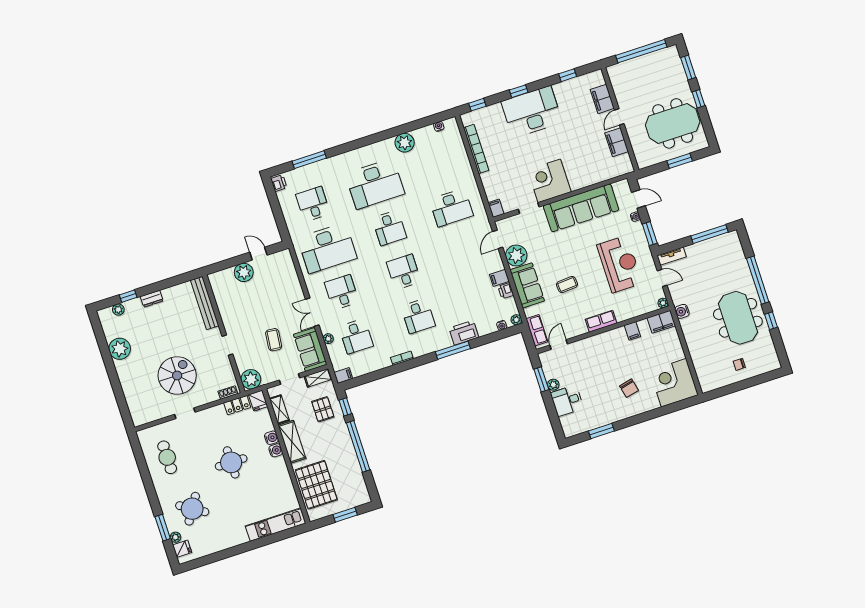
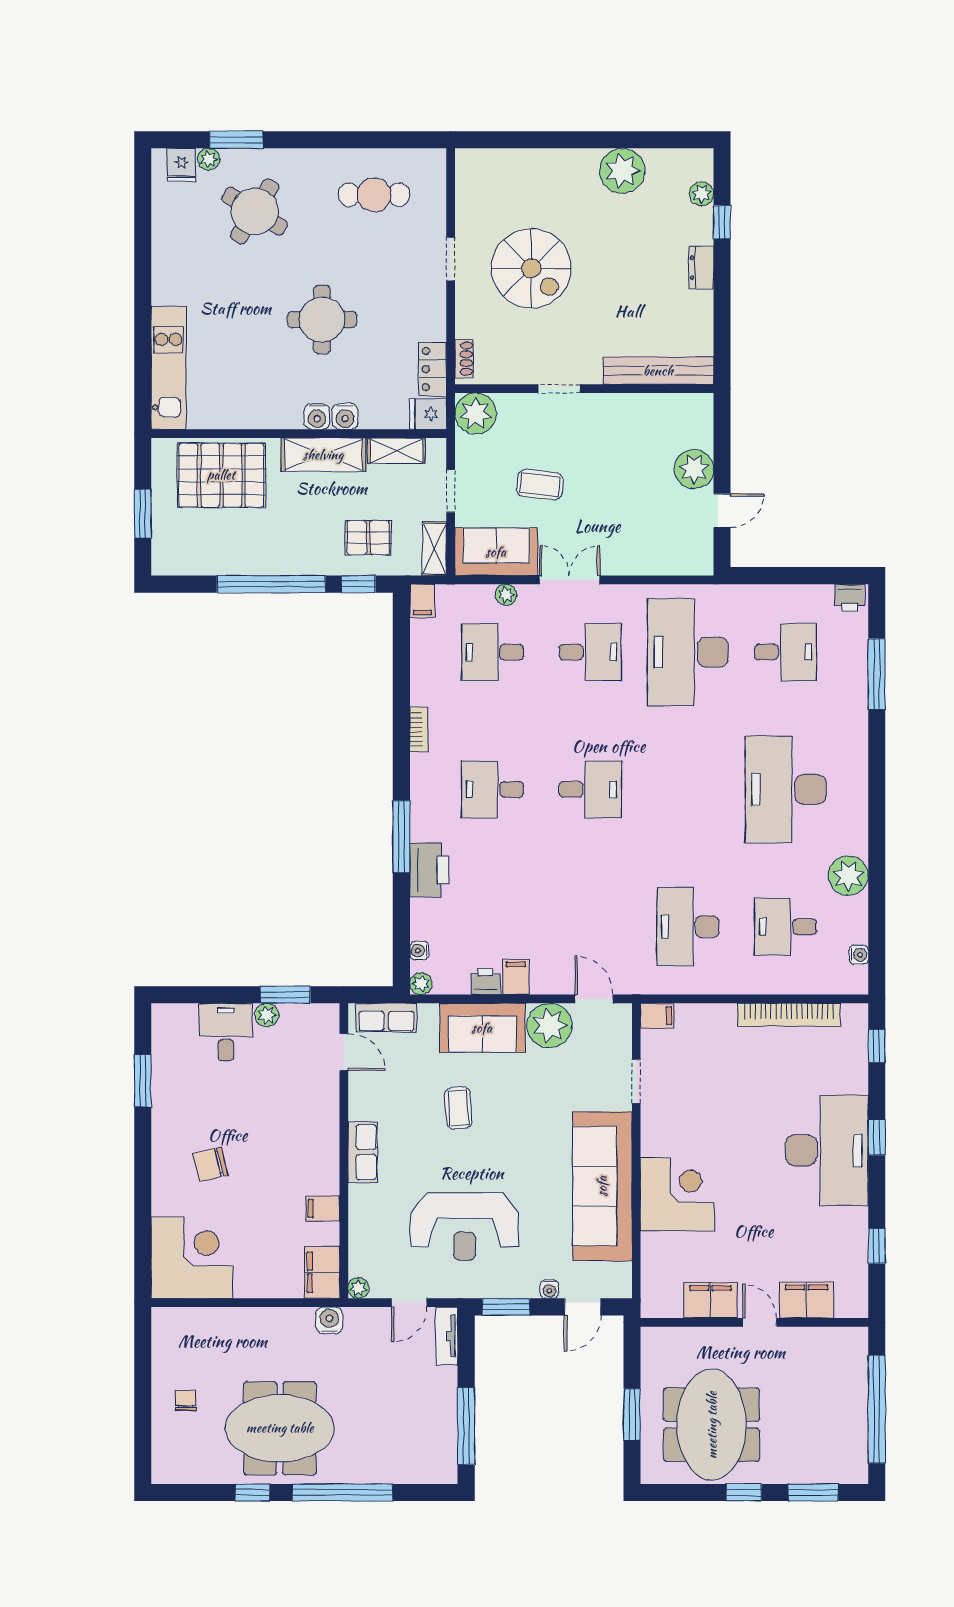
corner desk: (549, 181) -> (677, 1194), moved
desk: (389, 228) -> (786, 927), moved

